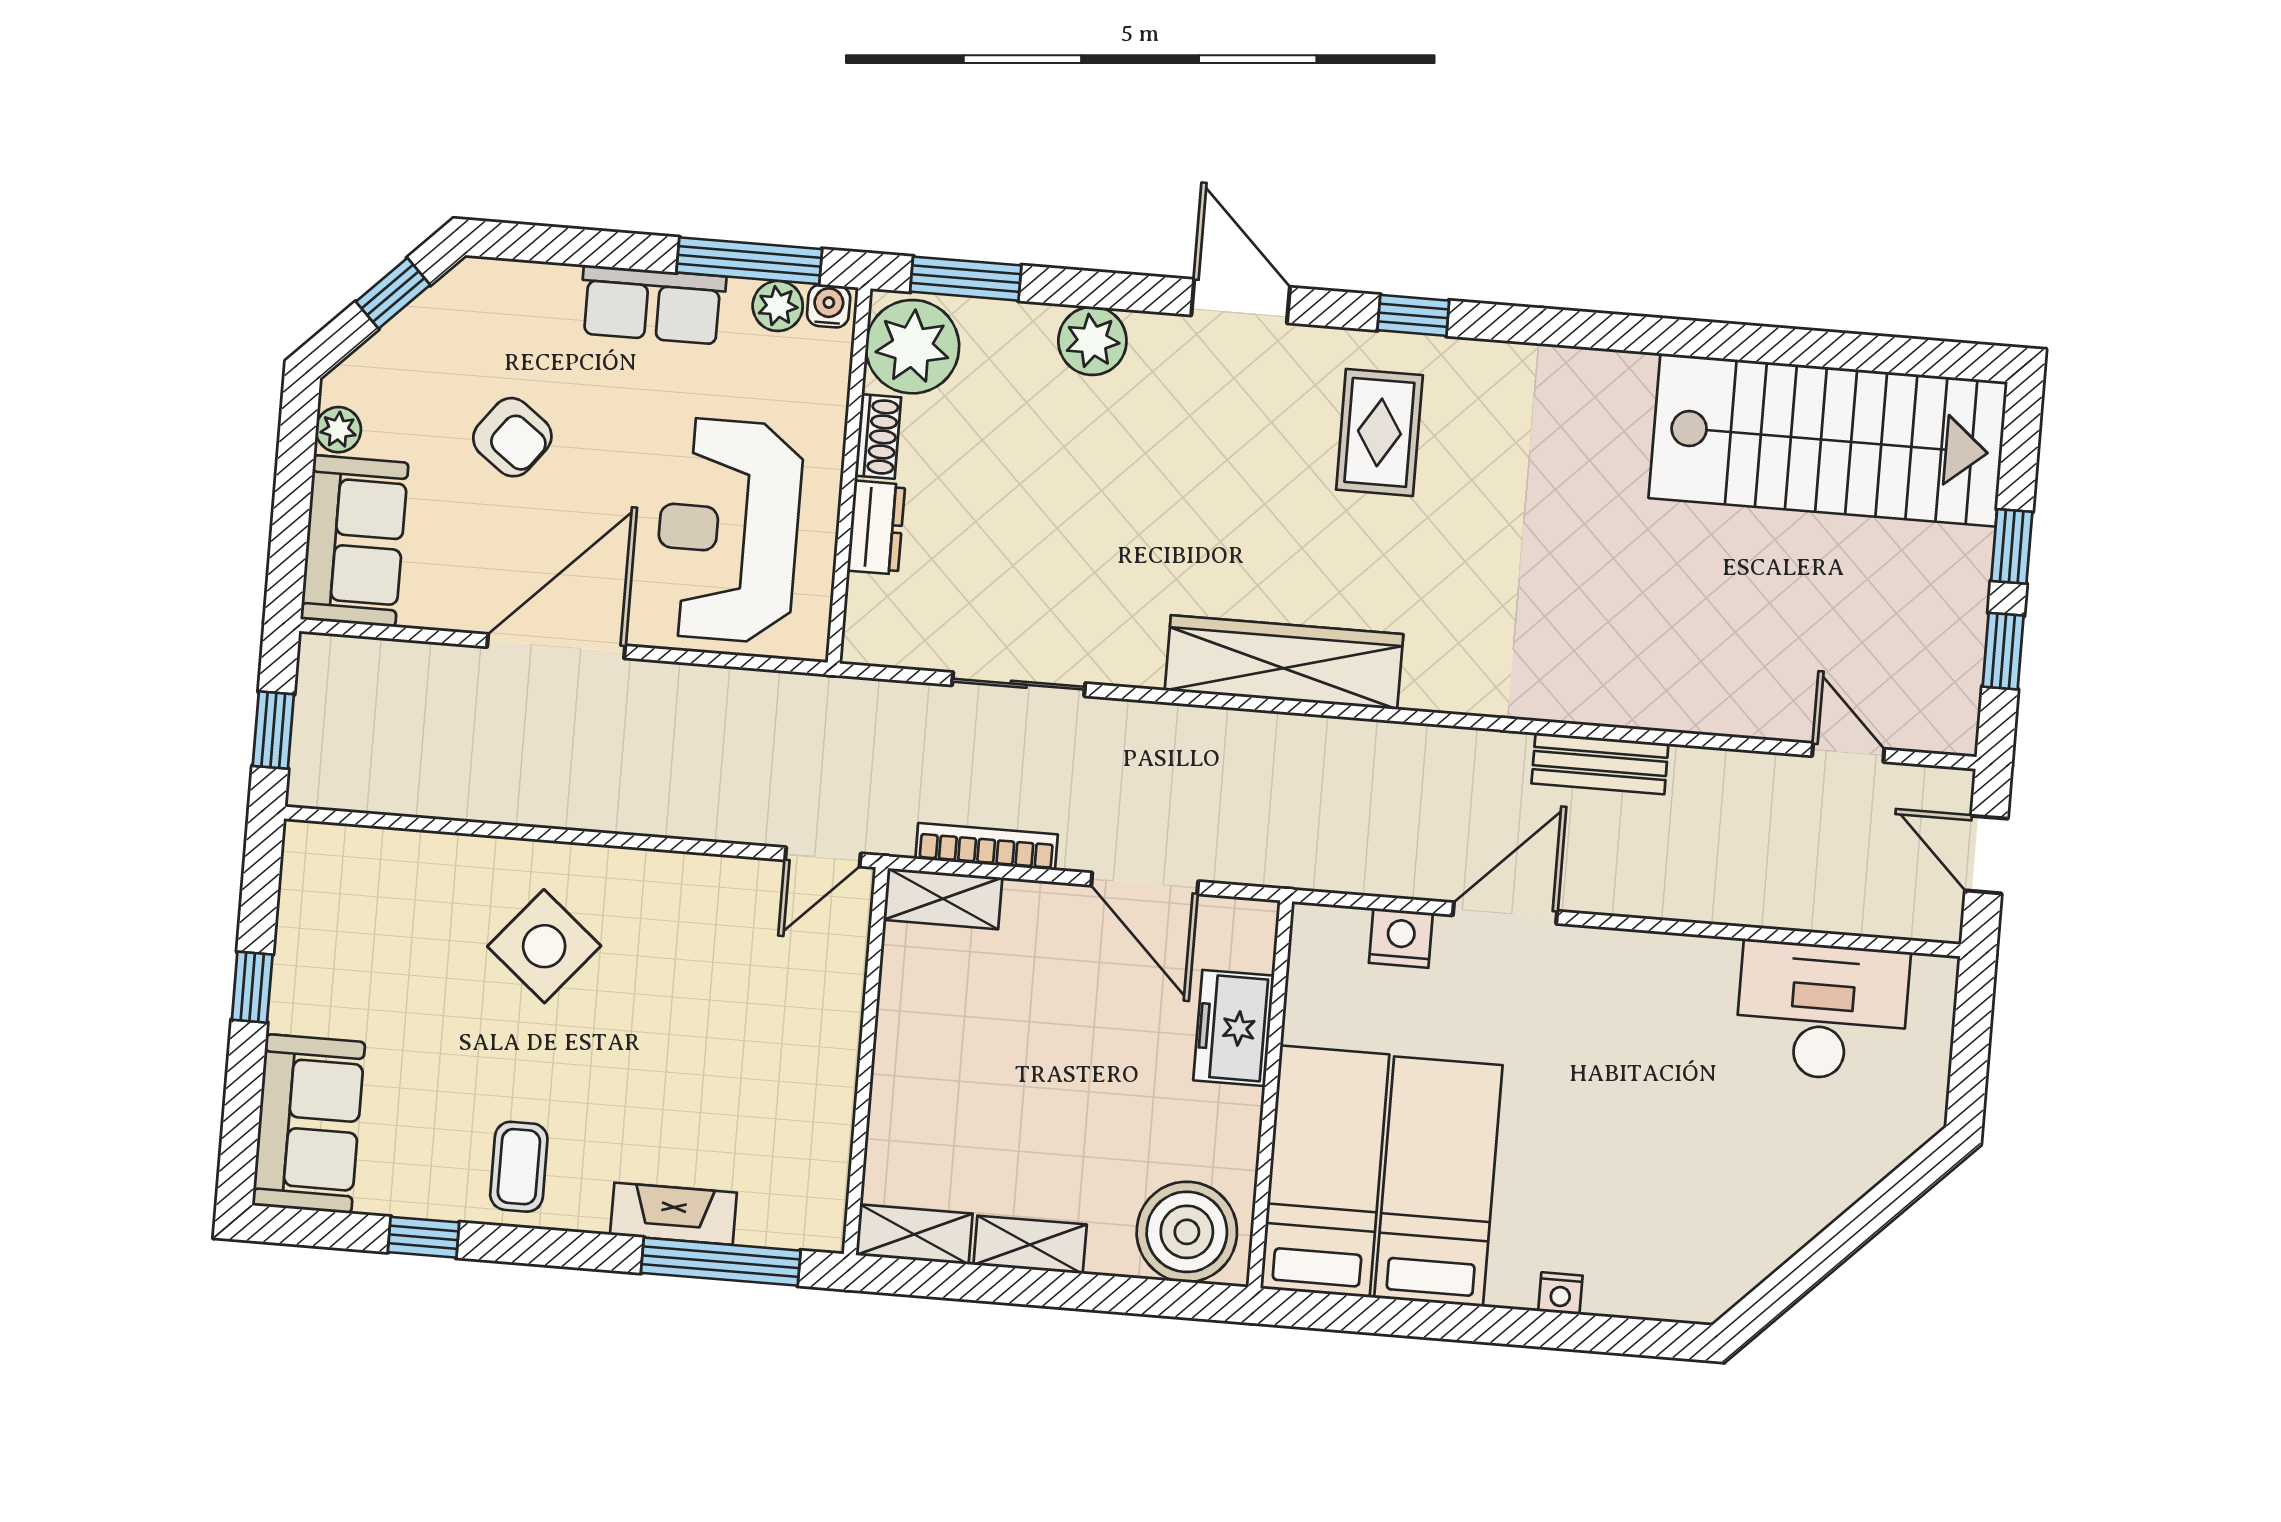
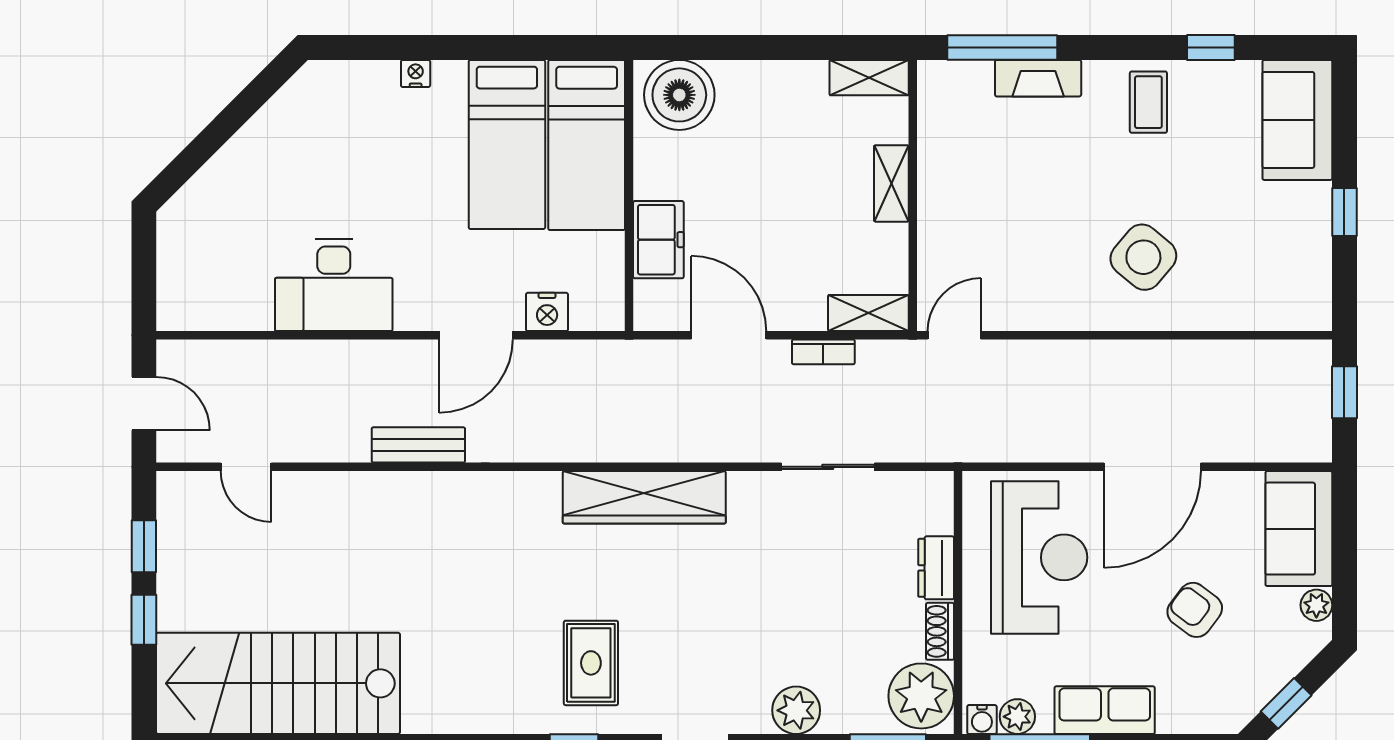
bookcase: (987, 847) -> (823, 352), width x0.64
desk: (1822, 1011) -> (334, 285), moved
shelving: (1030, 1245) -> (891, 183), moved, turned 90

